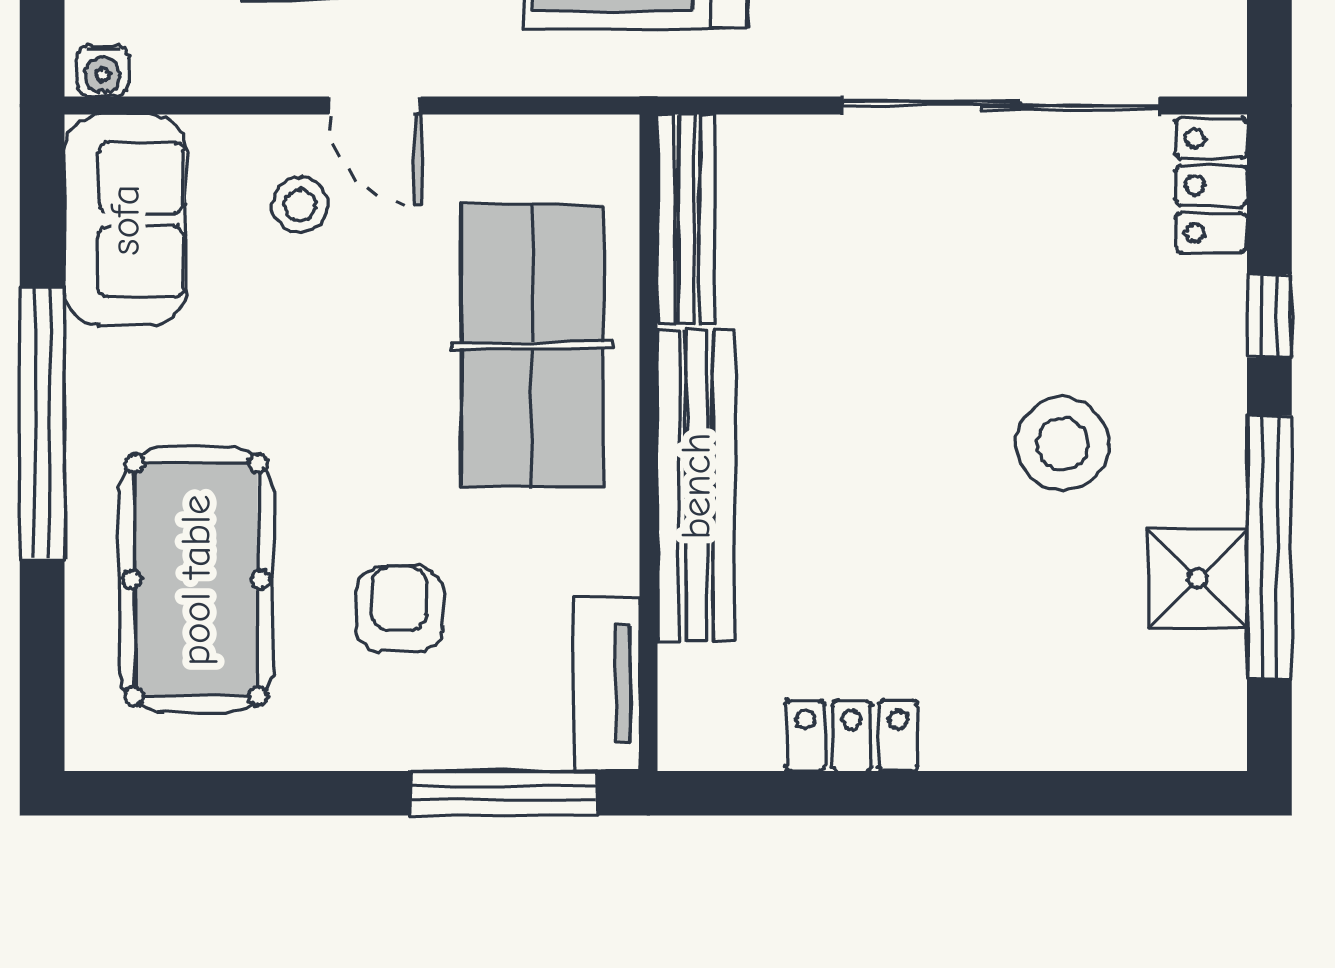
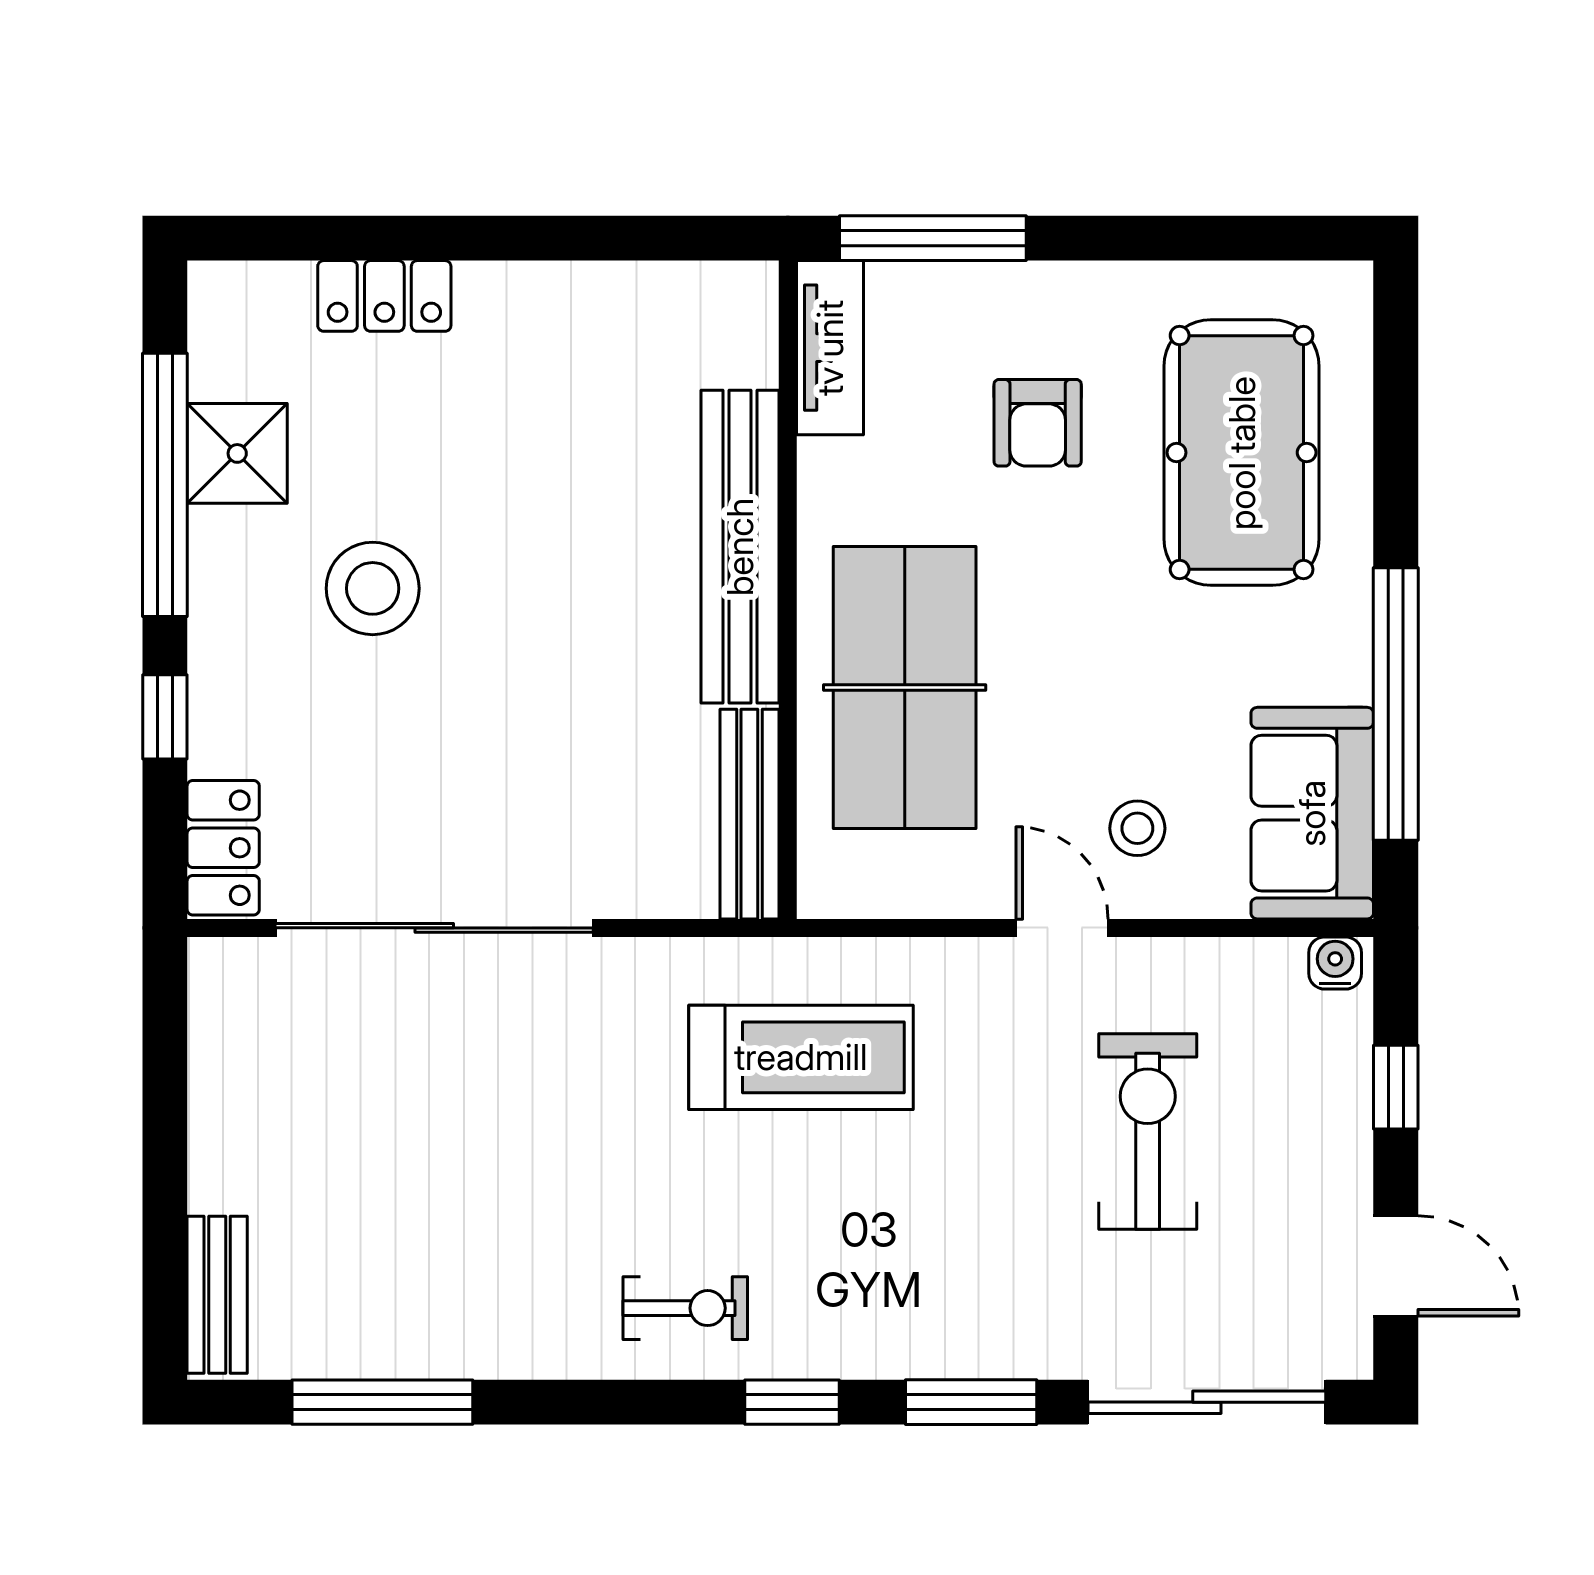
window: (42, 423) -> (1396, 704), moved
locker: (852, 736) -> (384, 296), moved

